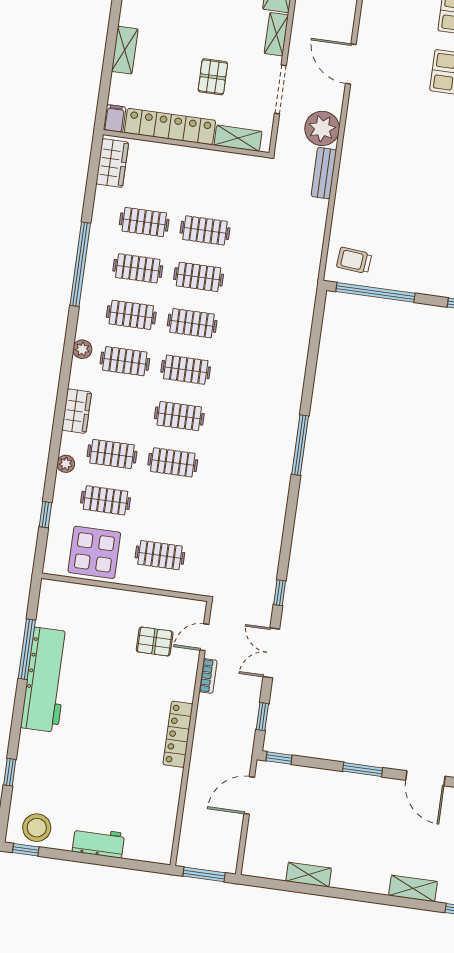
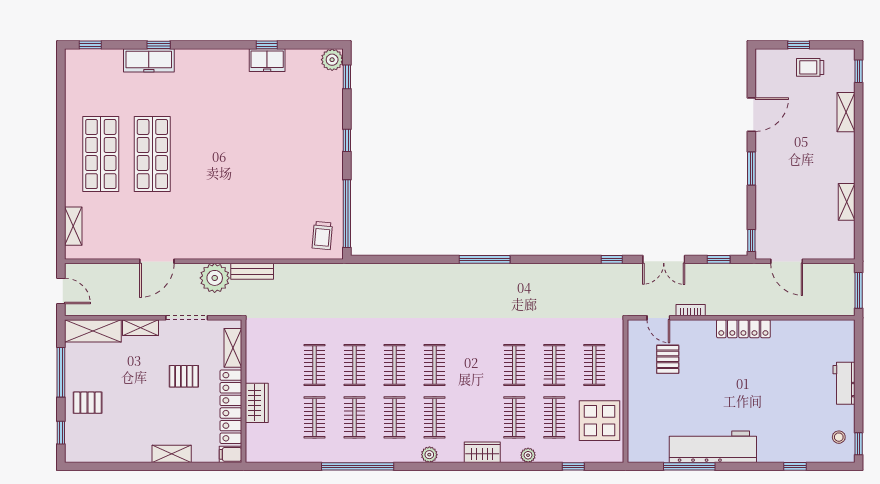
wardrobe: (112, 163) -> (257, 403), moved, turned 90
clothes rail: (179, 416) -> (554, 365), moved
stool: (37, 828) -> (839, 437), width x0.53, depth x0.53

